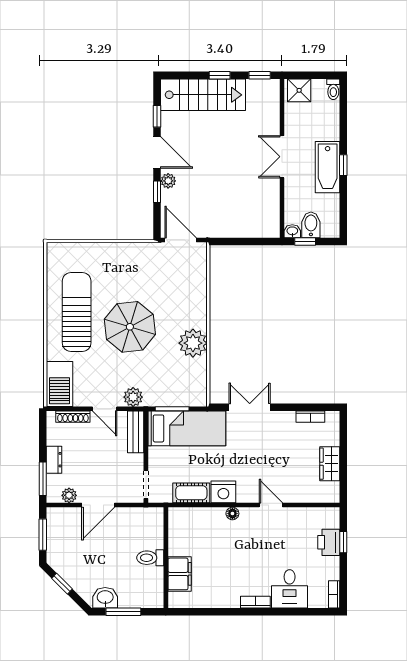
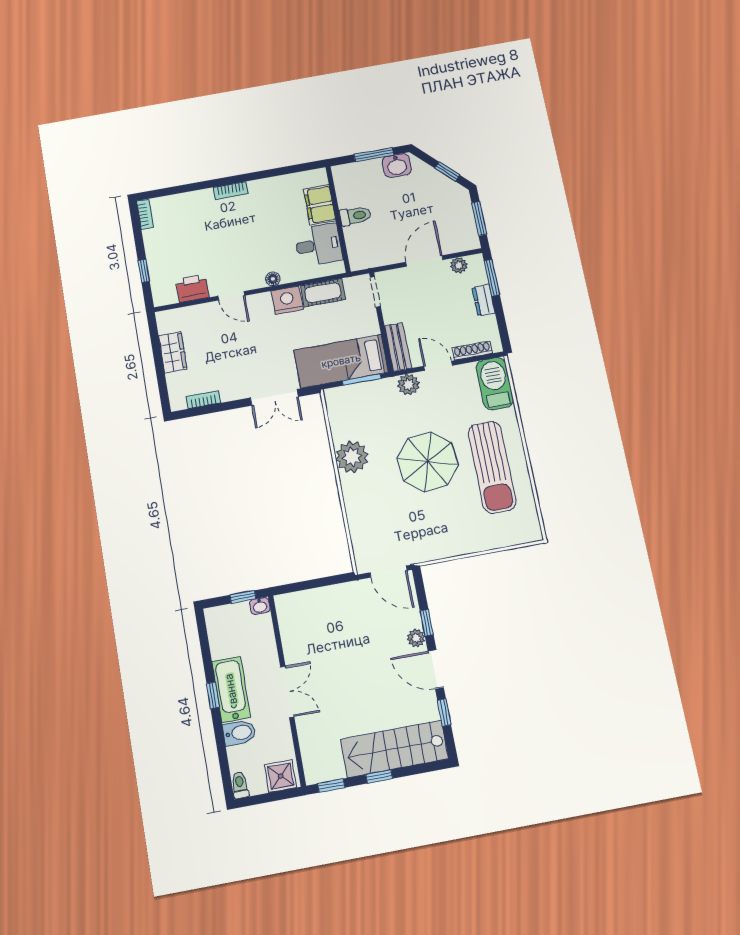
bidet: (311, 225) -> (239, 733), moved, turned -90
printer: (329, 542) -> (192, 288), moved, turned -90
desk: (290, 589) -> (318, 245), moved, turned 90

